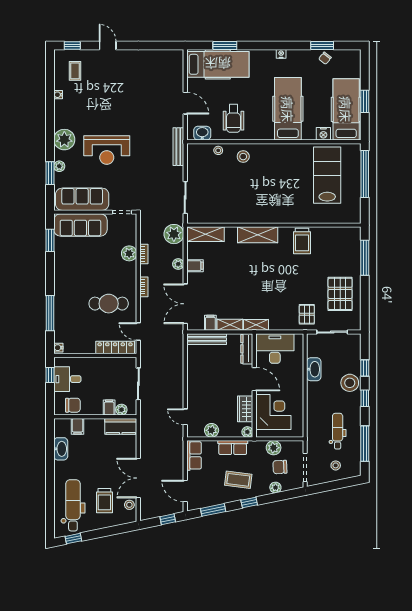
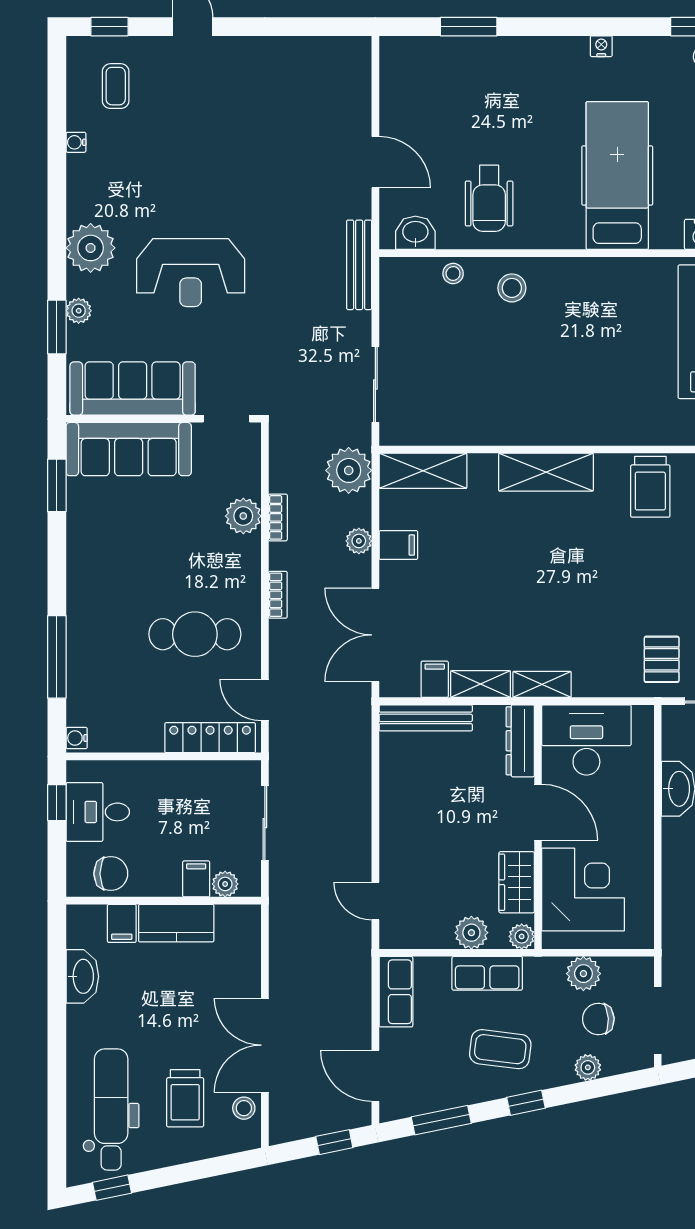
hospital bed: (218, 64) -> (452, 71), removed
kitchen counter: (121, 426) -> (176, 923), moved
plant: (212, 430) -> (471, 933), moved

